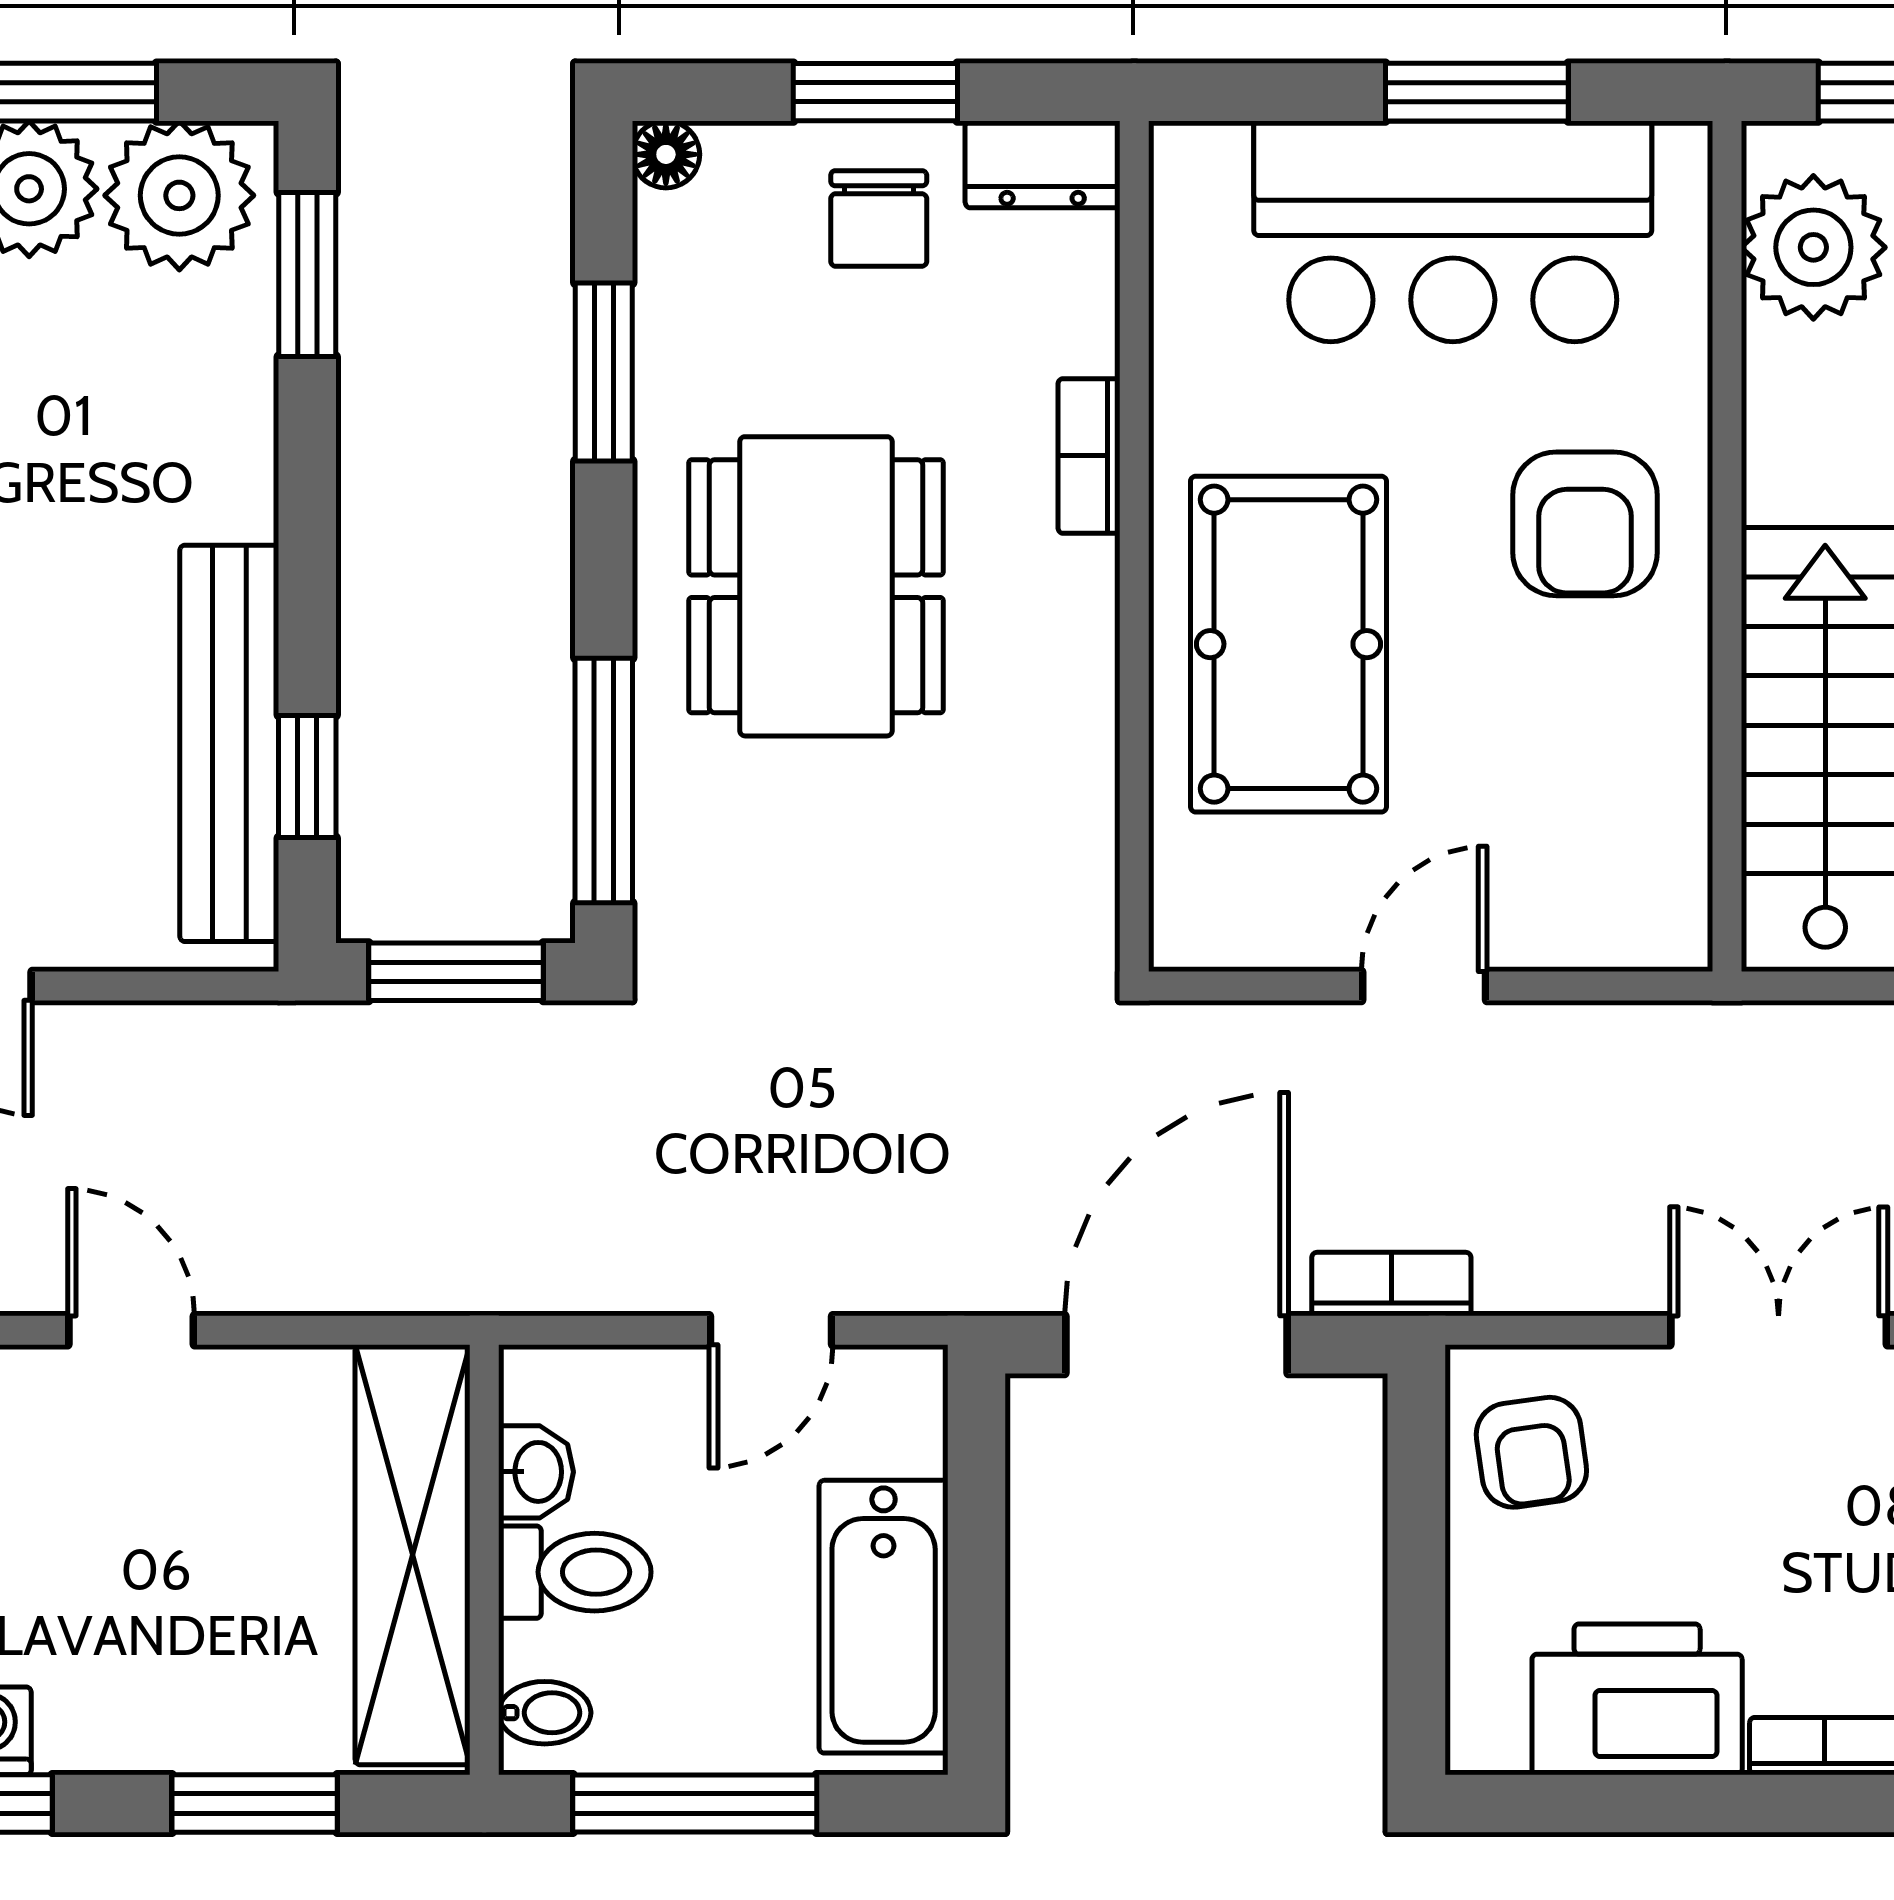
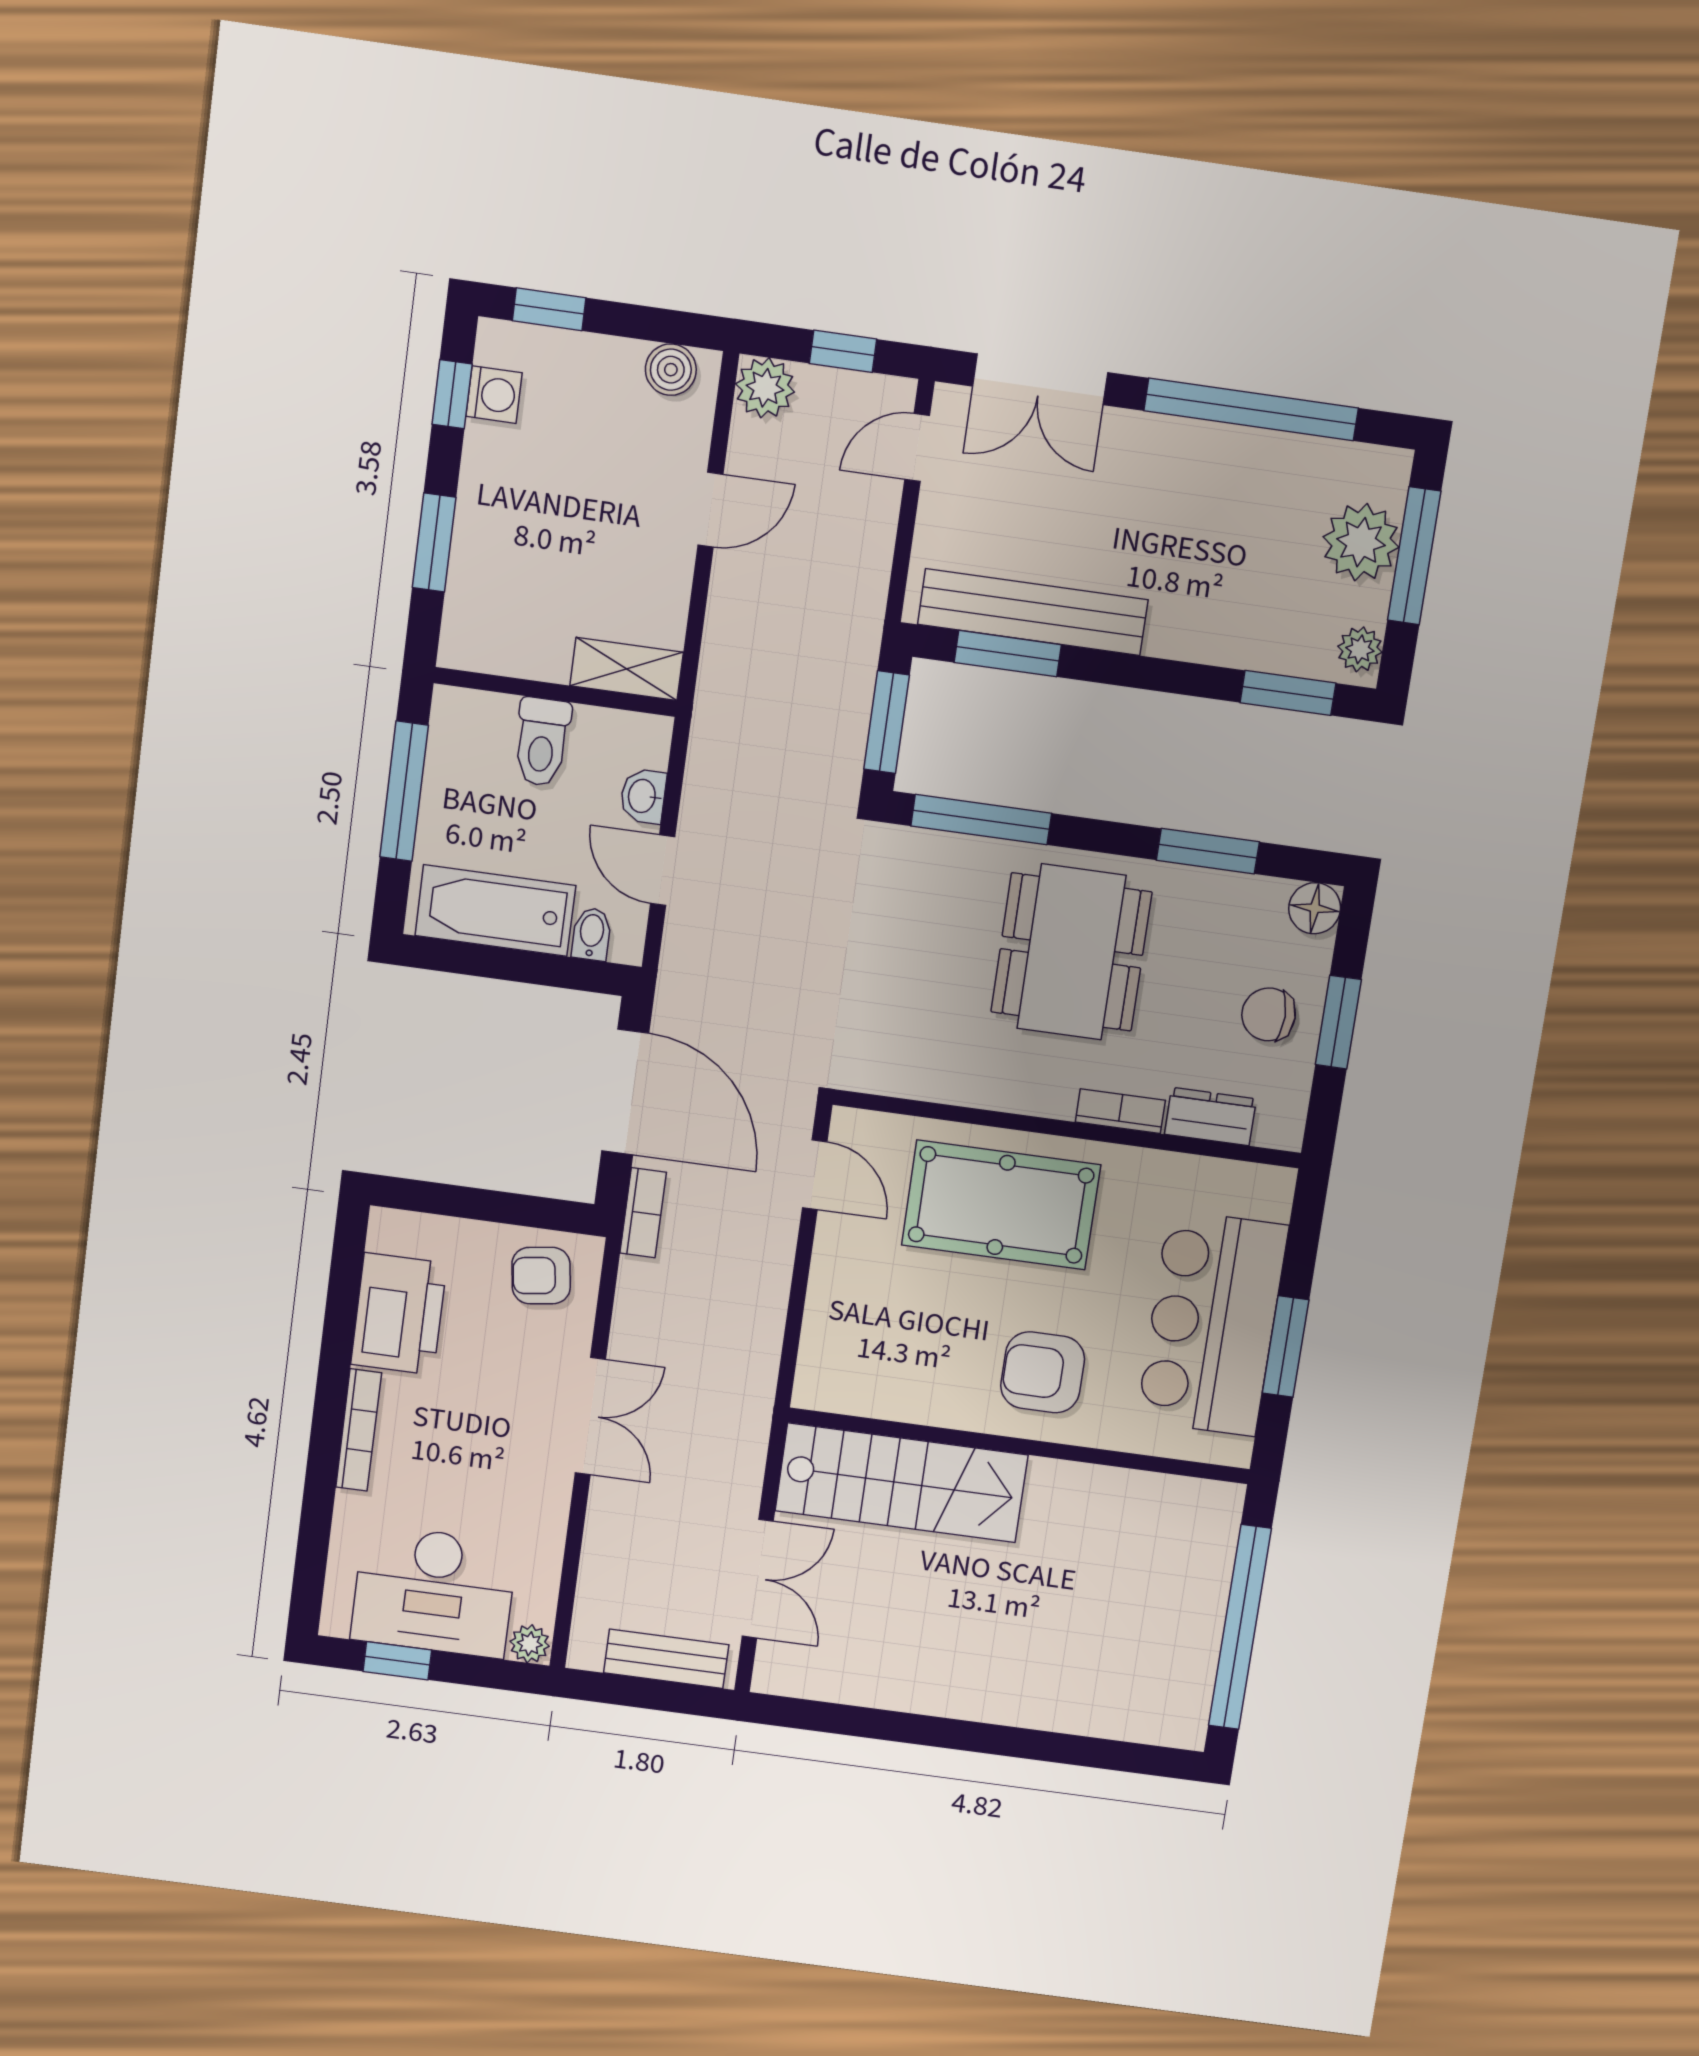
floor lamp: (666, 154) -> (1315, 908), width x1.37, depth x1.37
dresser: (1043, 164) -> (1210, 1117), moved, turned 90
plant: (179, 195) -> (1360, 649), width x0.53, depth x0.53
plant: (1813, 247) -> (1173, 1513), removed
dining table: (816, 586) -> (1071, 952), turned 90
window: (307, 776) -> (1008, 654), width x1.50
door: (1424, 986) -> (815, 1175), moved
washbasin: (536, 1472) -> (643, 796), moved, turned 90
shelving: (413, 1555) -> (627, 669), width x0.45, depth x0.75
bidet: (545, 1713) -> (592, 934), moved, turned 180

